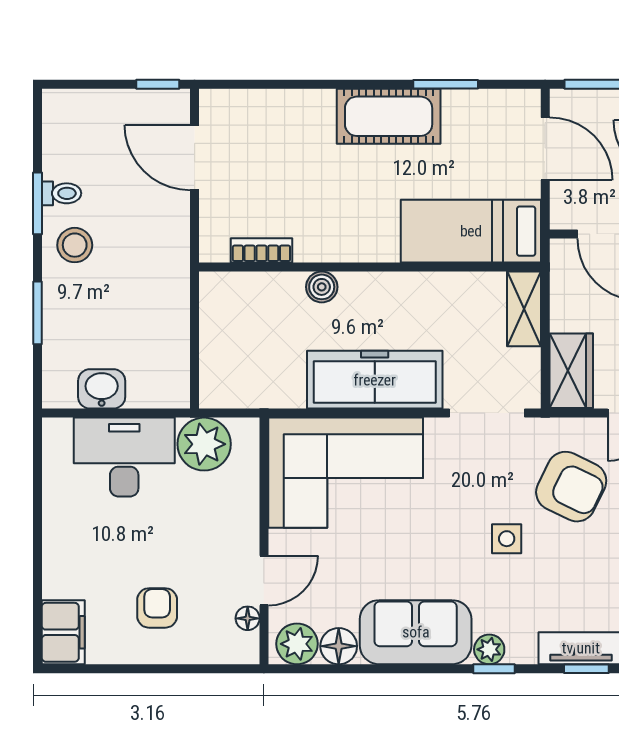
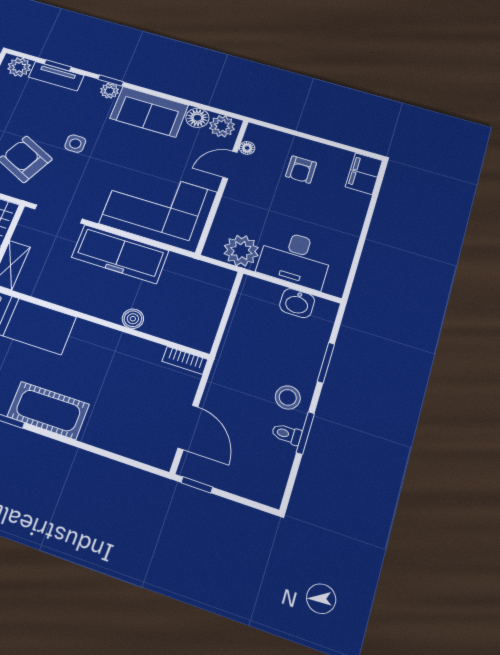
bookcase: (261, 250) -> (185, 360), moved

